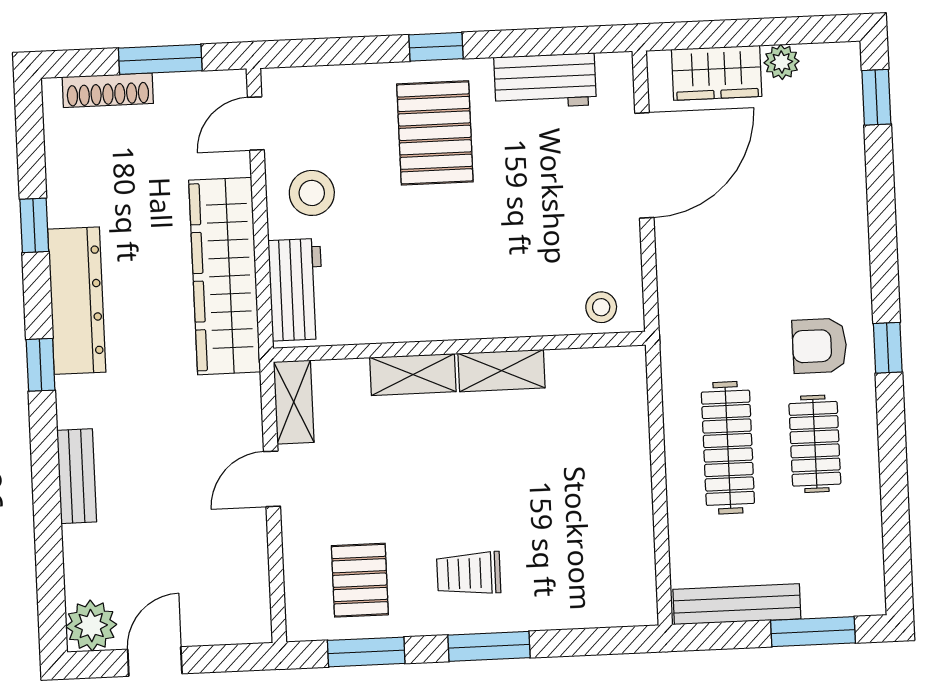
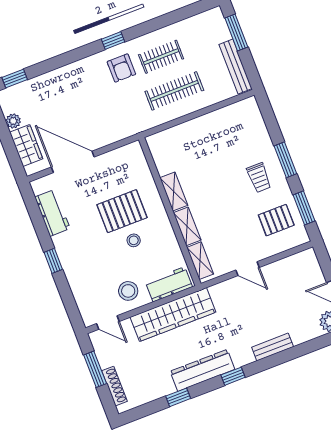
pallet: (435, 133) -> (122, 211), moved
stool: (601, 307) -> (134, 240), moved
shelving: (294, 402) -> (200, 261), moved, turned 90

